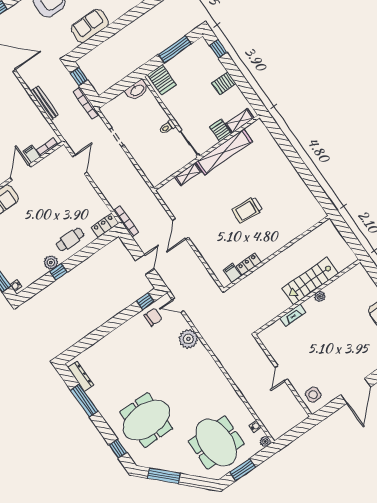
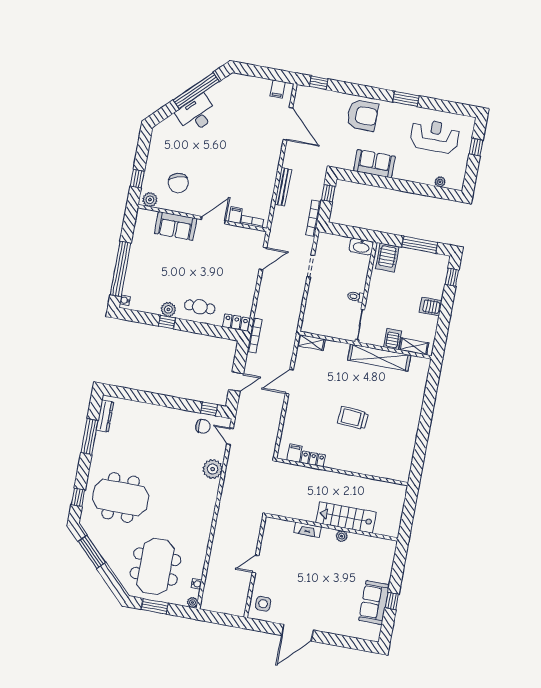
shelving: (188, 174) -> (311, 343), moved

